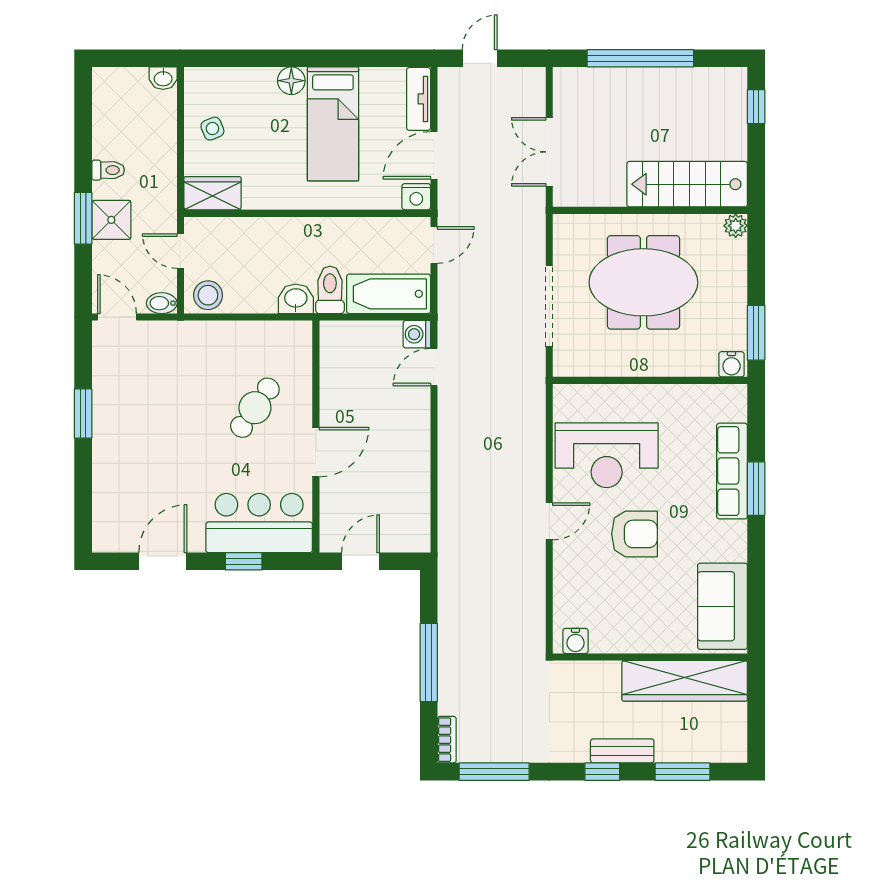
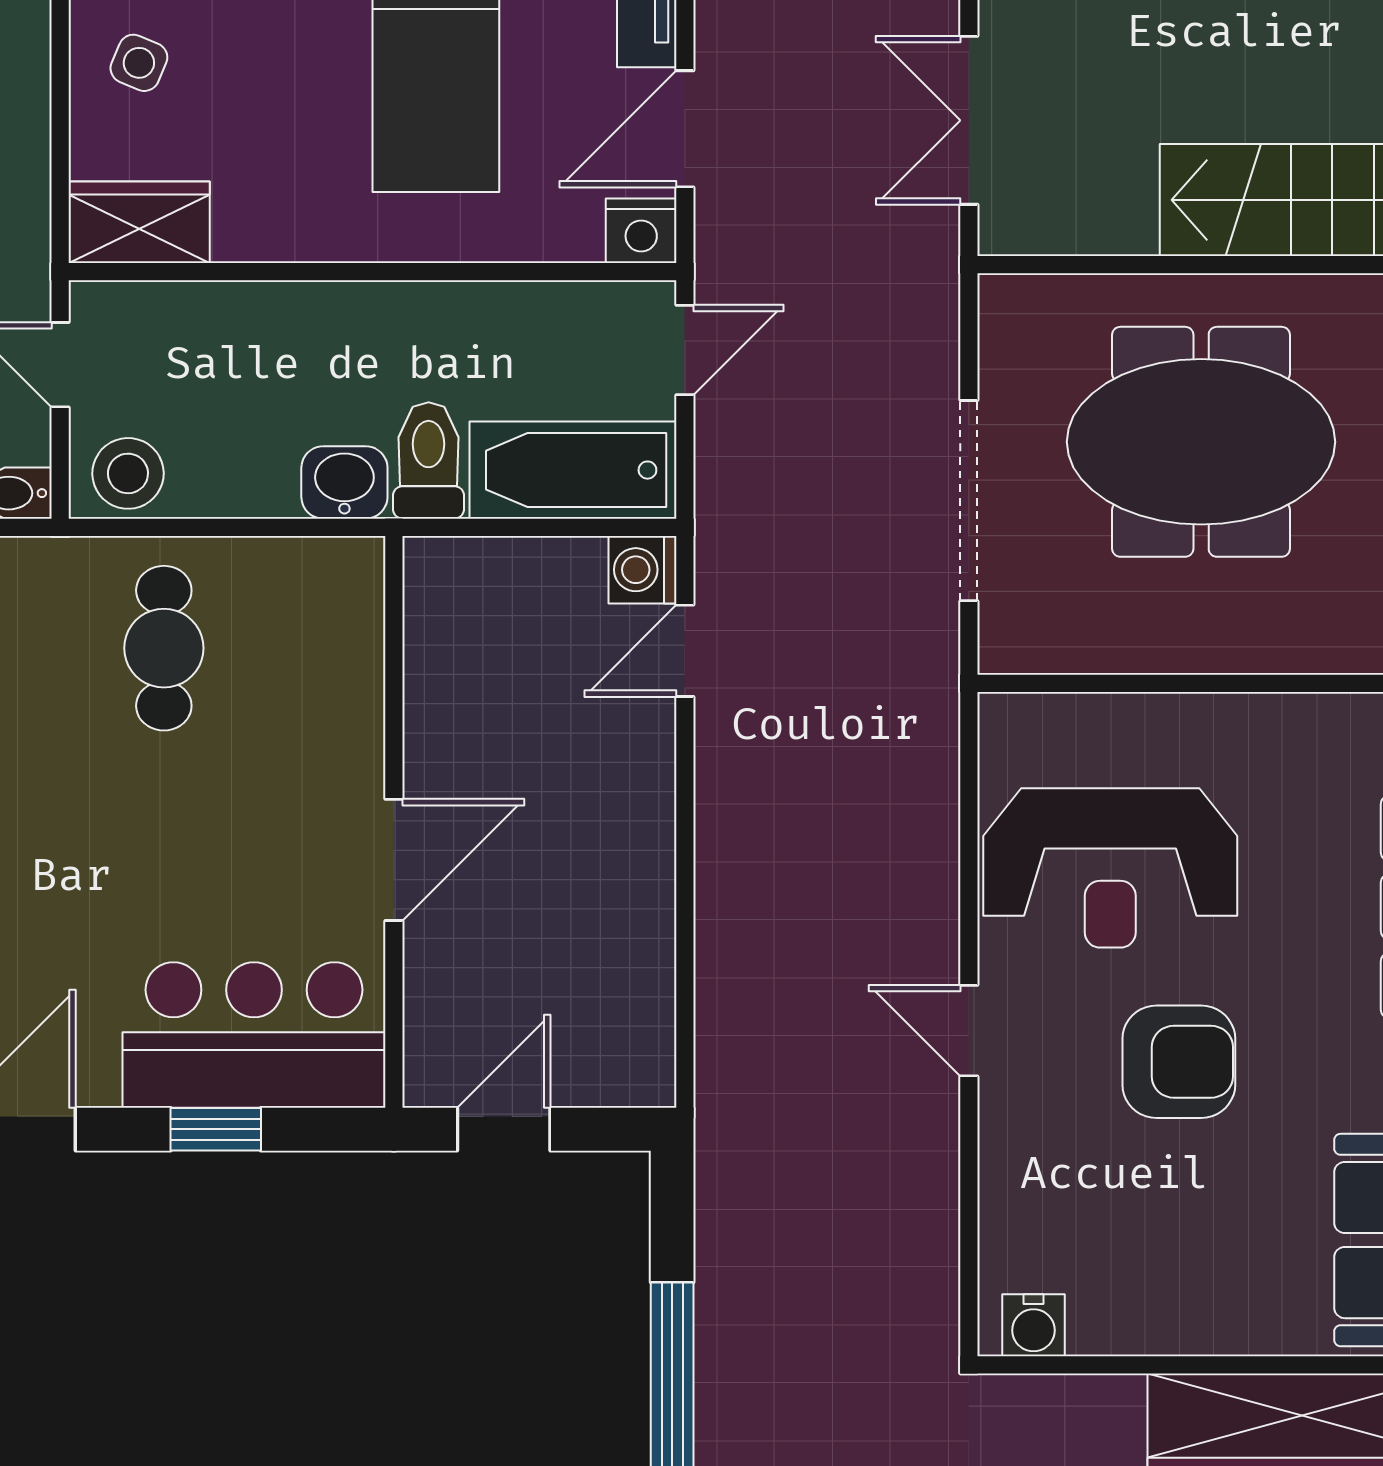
side table: (212, 129) -> (139, 63), turned 45
cafe table: (255, 408) -> (164, 648), moved, turned -35
door: (549, 521) -> (969, 1031), swing flipped

